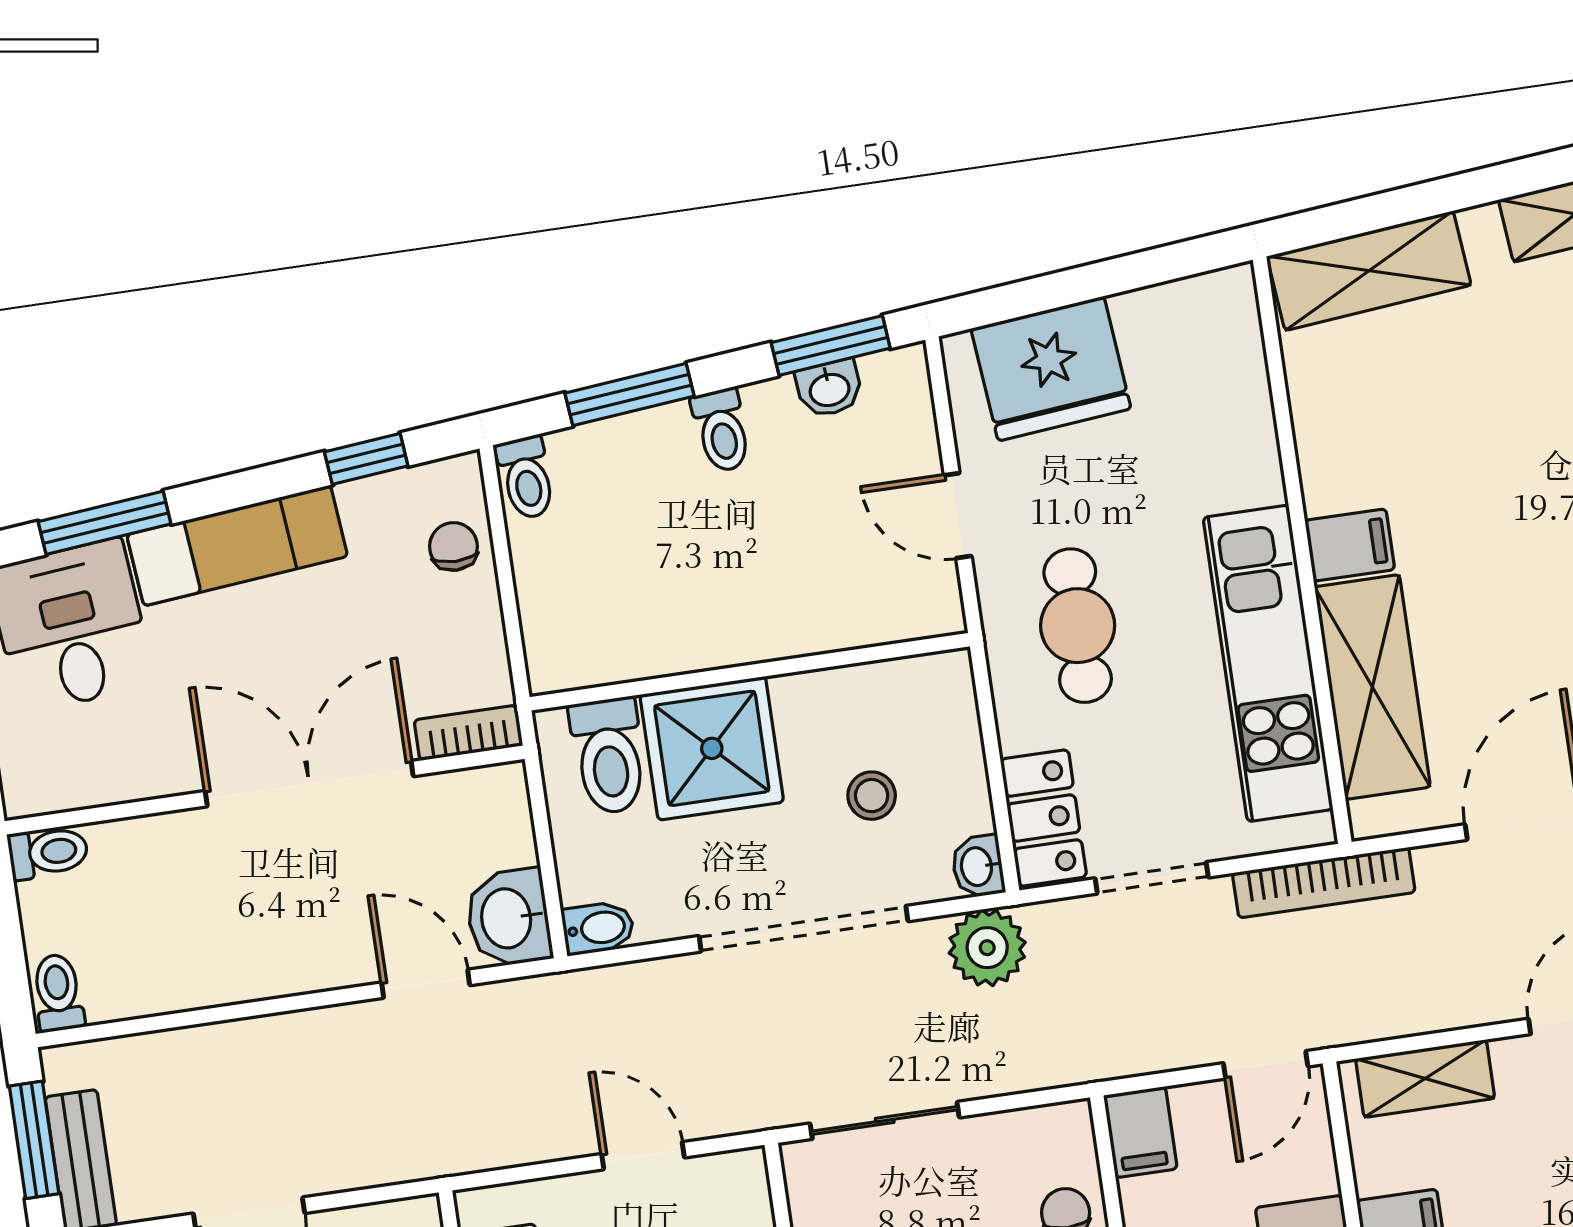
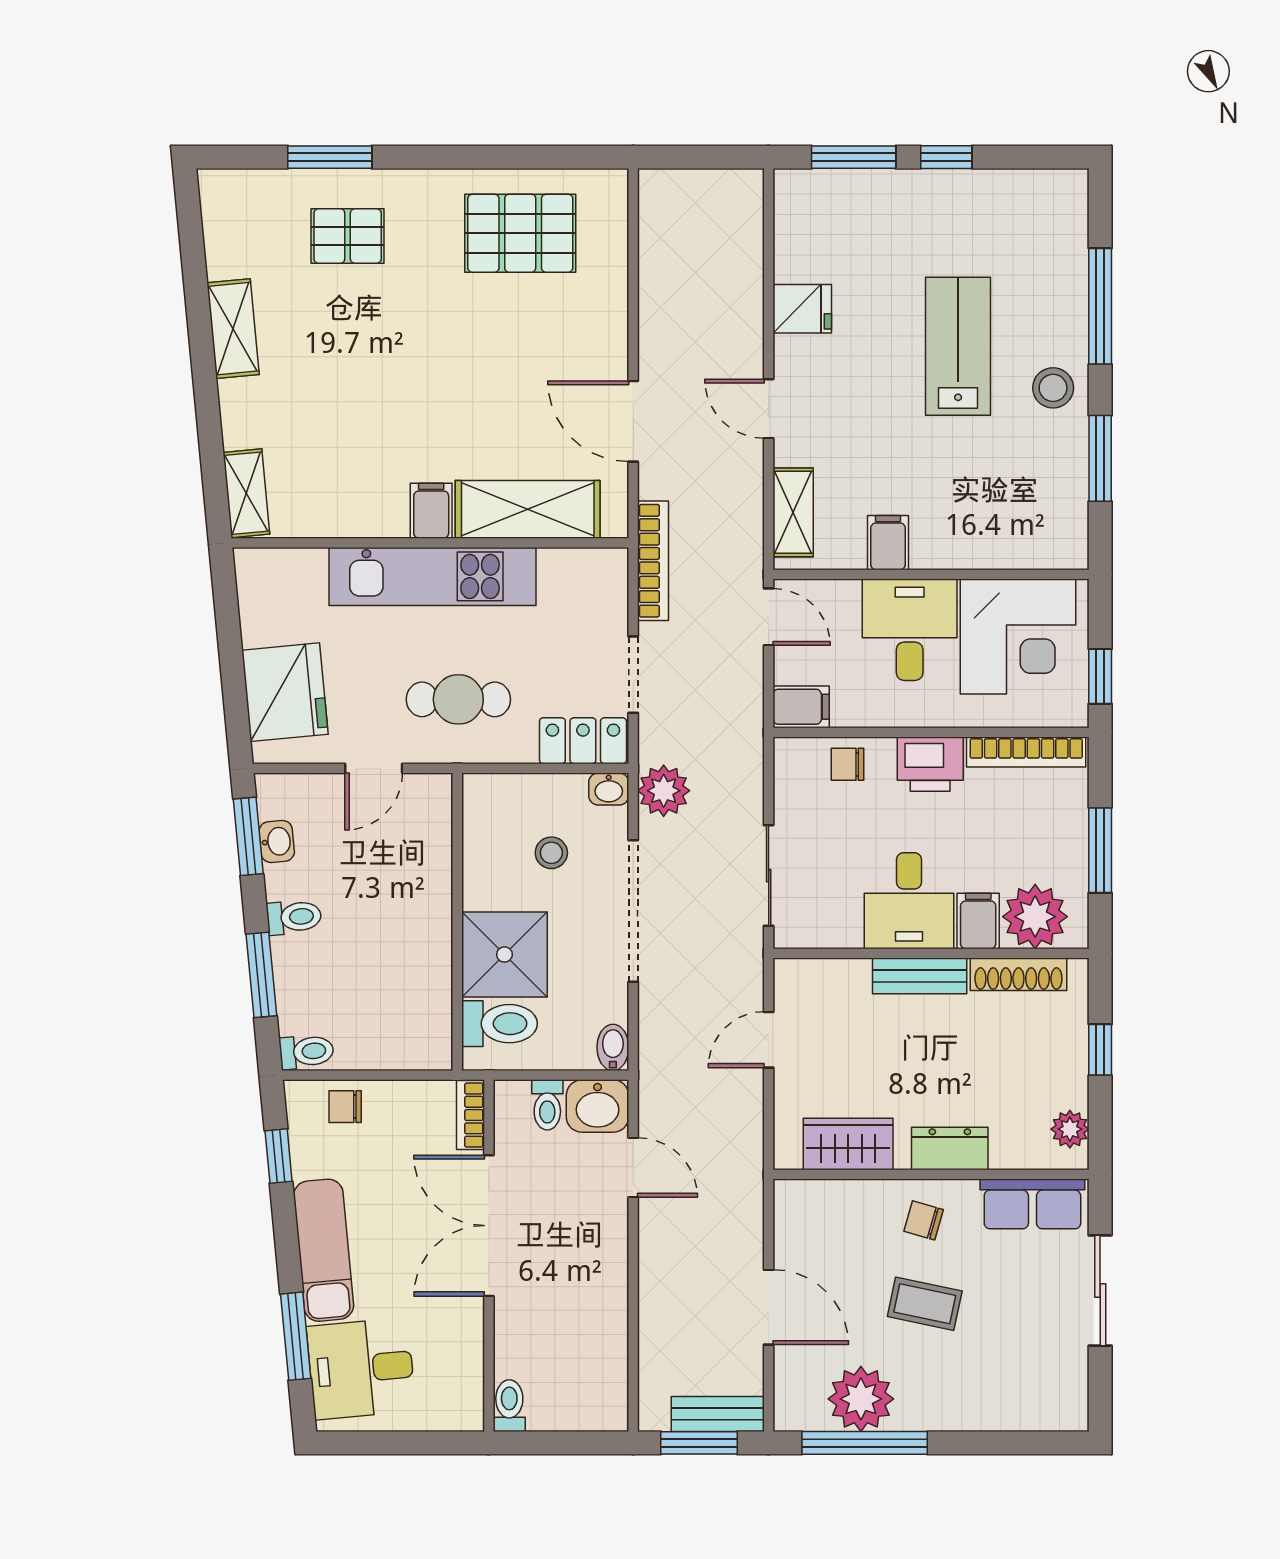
shelving: (1369, 271) -> (246, 493), width x0.67, depth x0.75
kitchen unit: (1268, 663) -> (433, 576), moved
door: (426, 984) -> (633, 1167), swing flipped
toilet: (58, 993) -> (547, 1105), moved, turned -90

